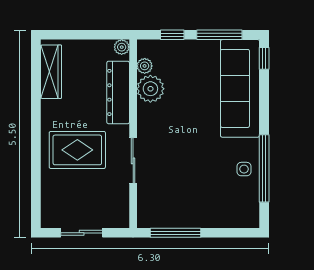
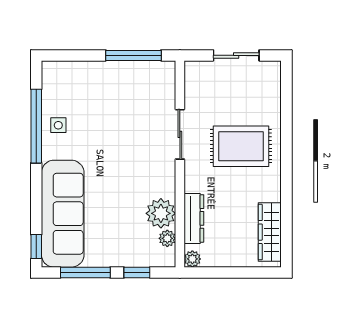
dresser: (118, 92) -> (194, 218), width x0.73, depth x0.80

